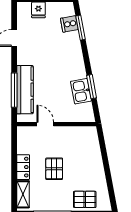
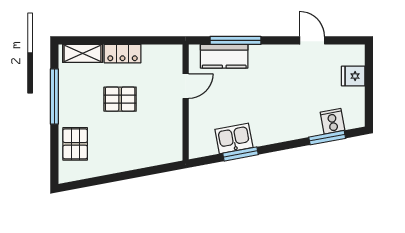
kitchen counter: (25, 90) -> (224, 56), width x0.67

